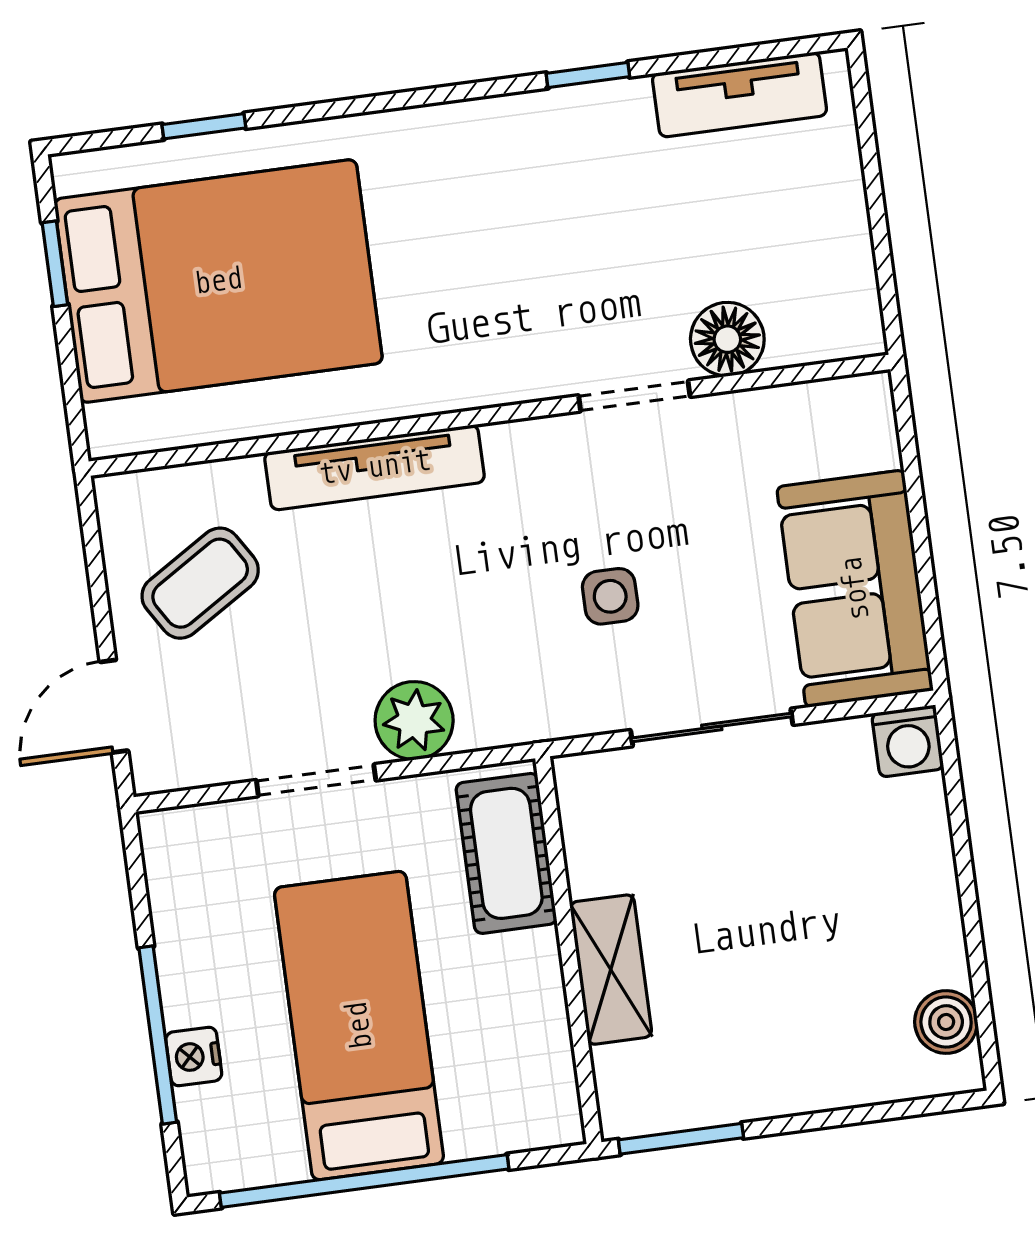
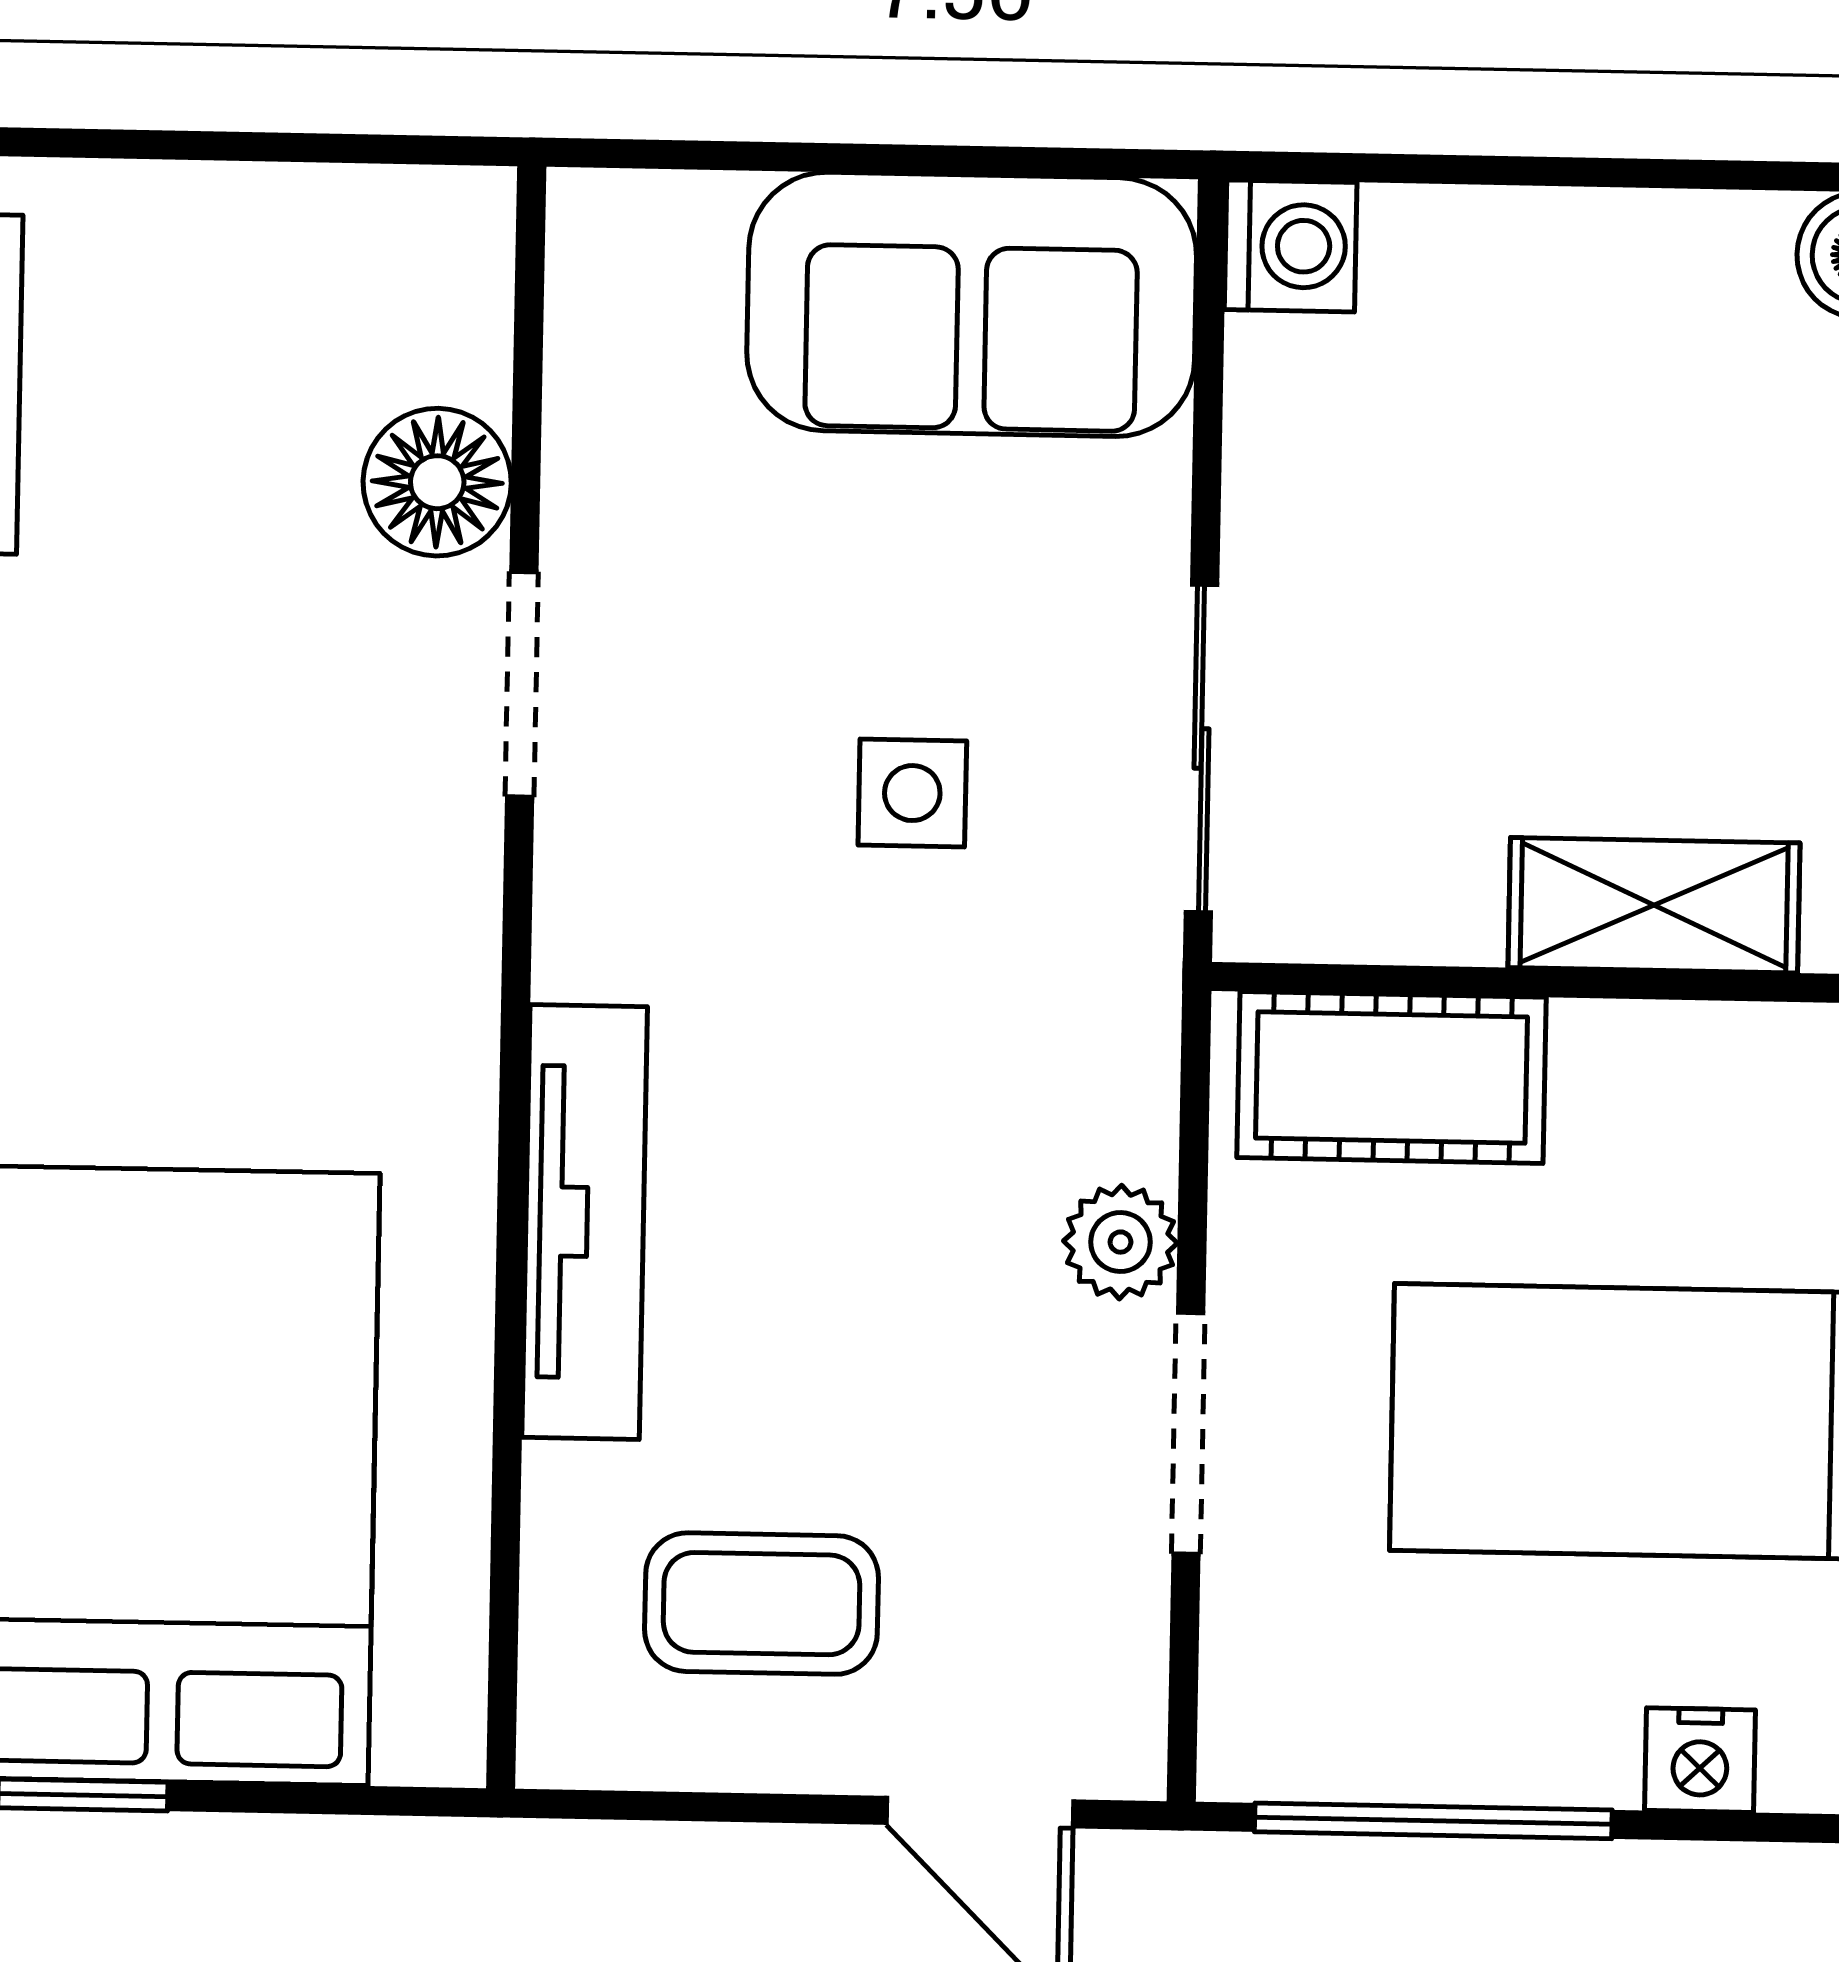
coffee table: (200, 583) -> (762, 1604), turned -58
plant: (414, 721) -> (1120, 1242), width x0.73, depth x0.73
sliding door: (712, 727) -> (1201, 748), moved
window: (158, 1035) -> (1433, 1821), moved

